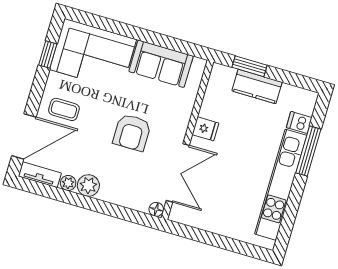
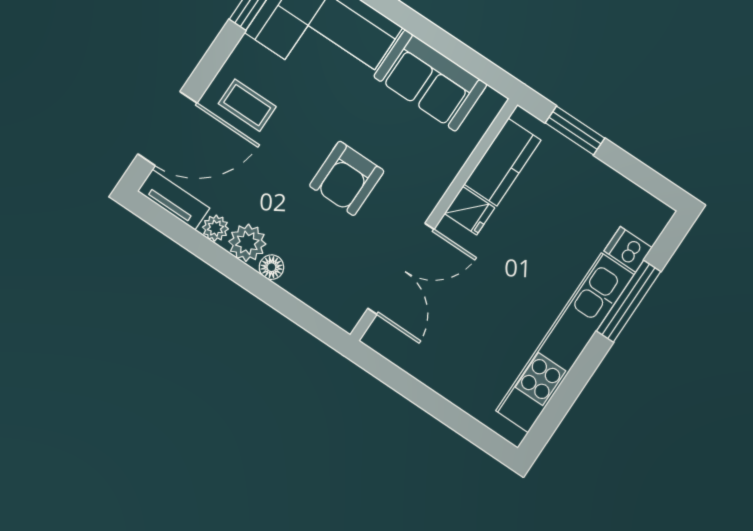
kitchen counter: (257, 86) -> (503, 162), moved, turned -90
floor lamp: (156, 209) -> (271, 267), moved

